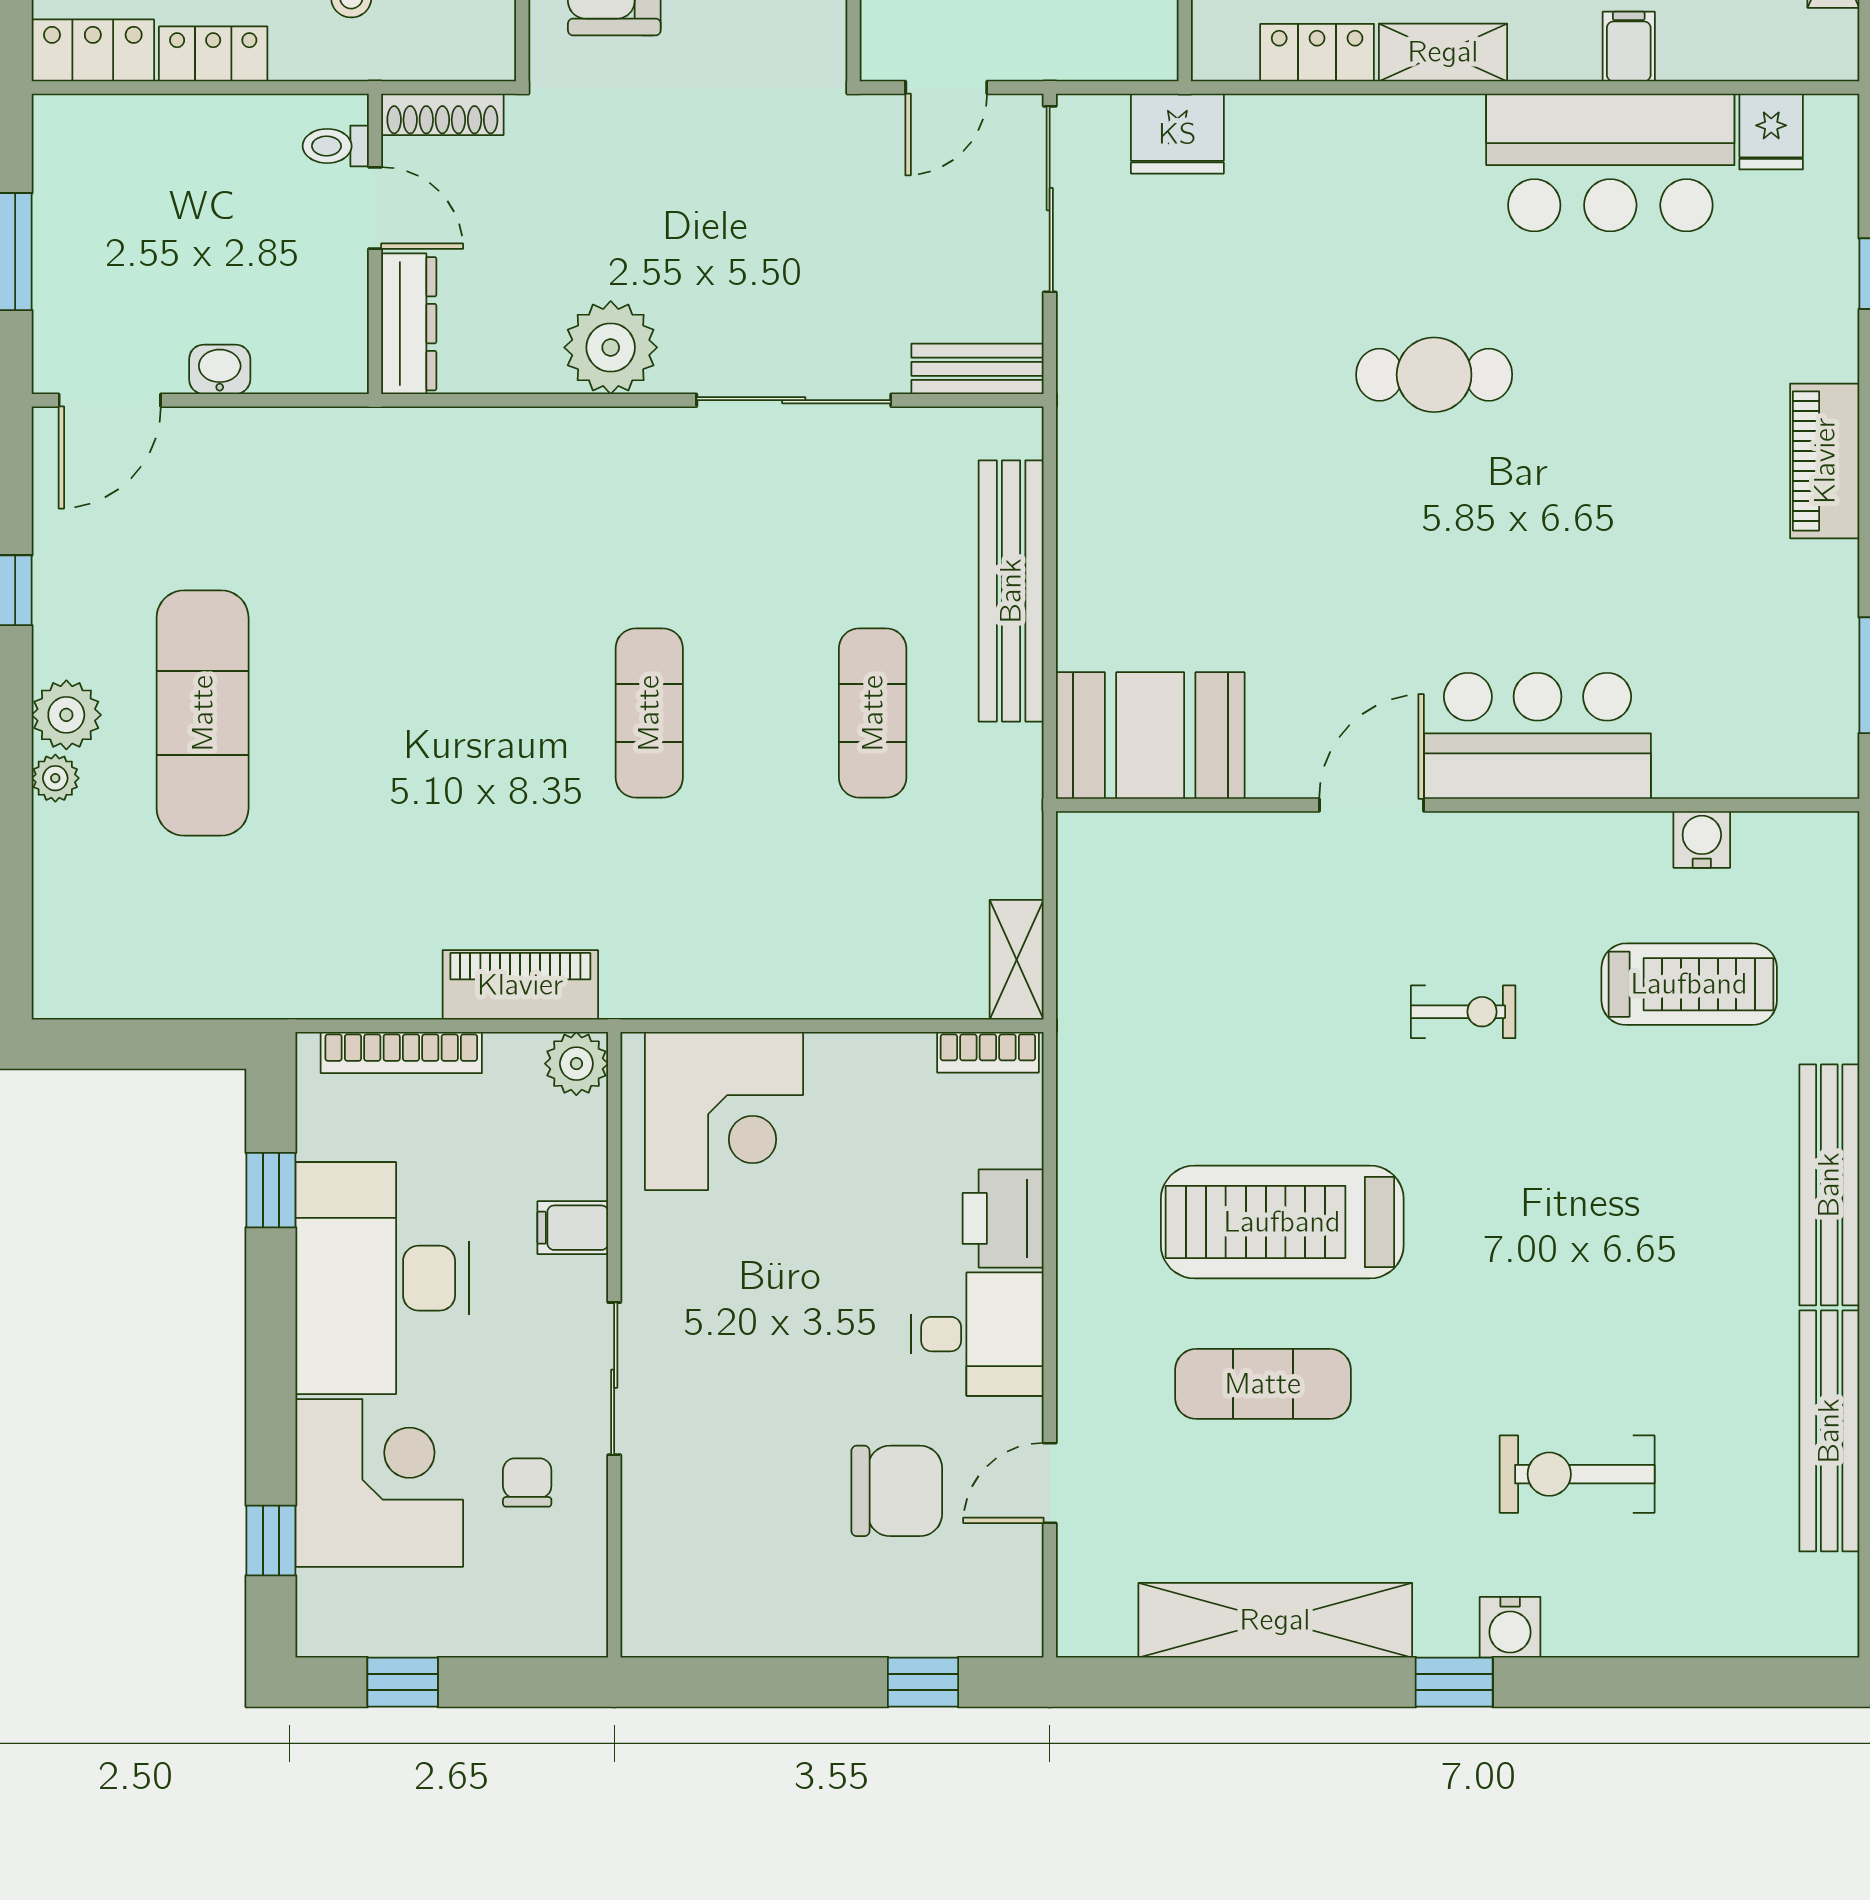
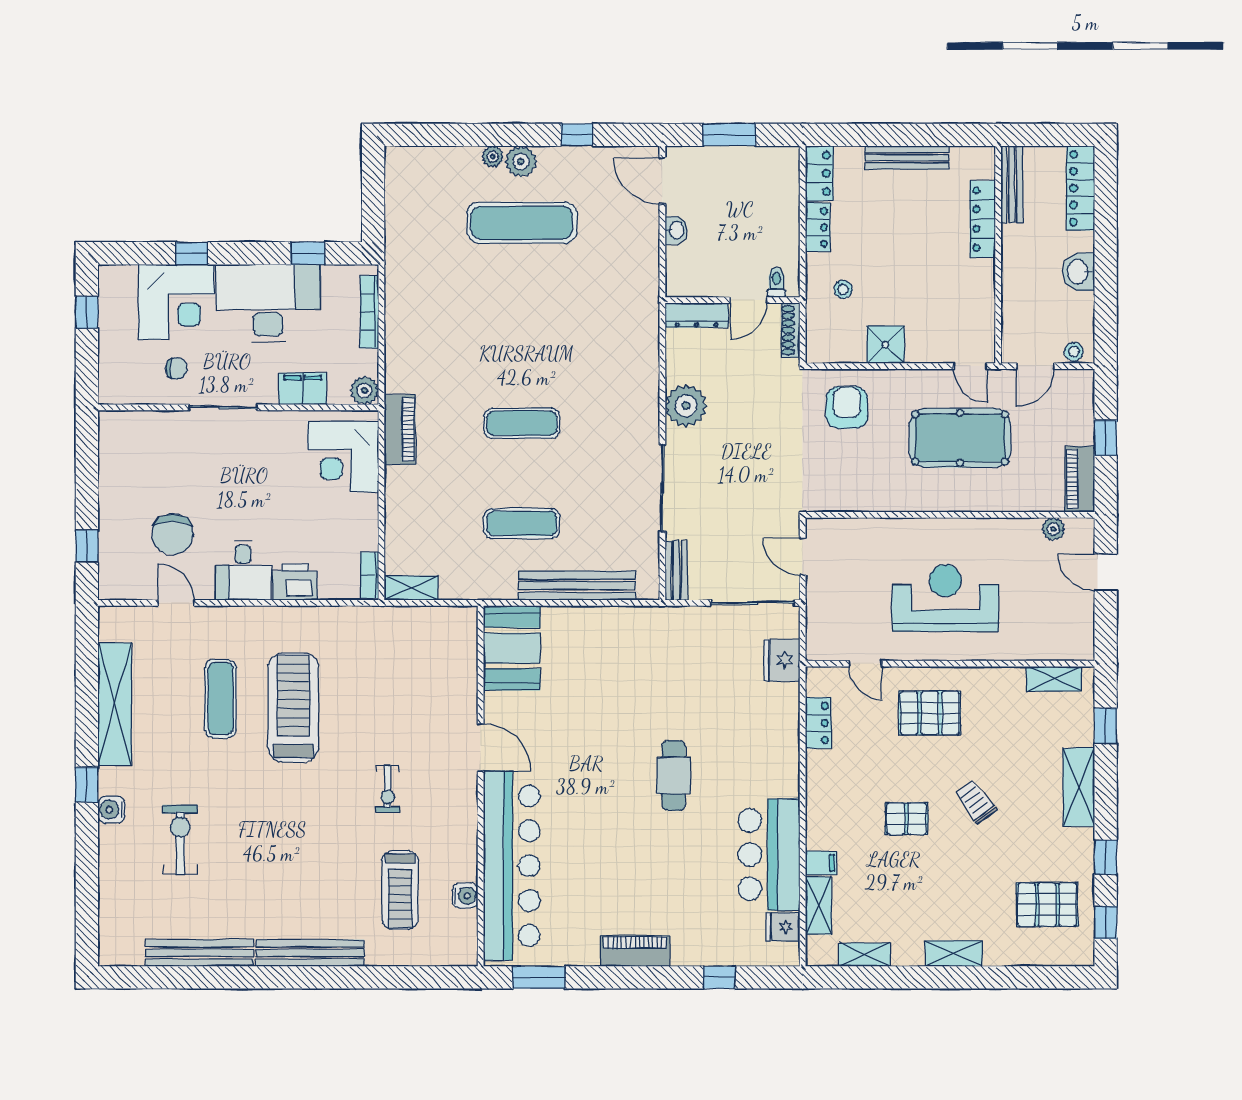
shelving: (1443, 52) -> (818, 906), moved
bar counter: (1537, 736) -> (512, 866), width x1.86
piano: (520, 985) -> (400, 430), moved
filing cabinet: (573, 1228) -> (303, 389), width x2.00
window: (271, 1540) -> (192, 253), moved

